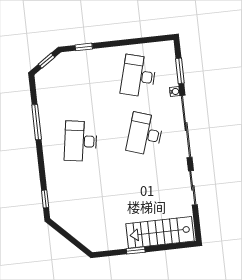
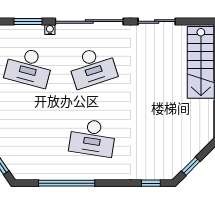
window: (37, 122) -> (67, 183), width x1.46
desk: (145, 134) -> (92, 67), turned -36
window: (65, 234) -> (191, 166), added

